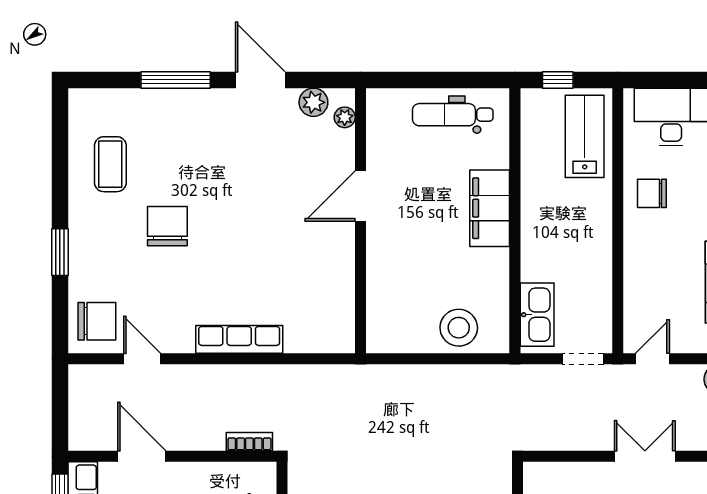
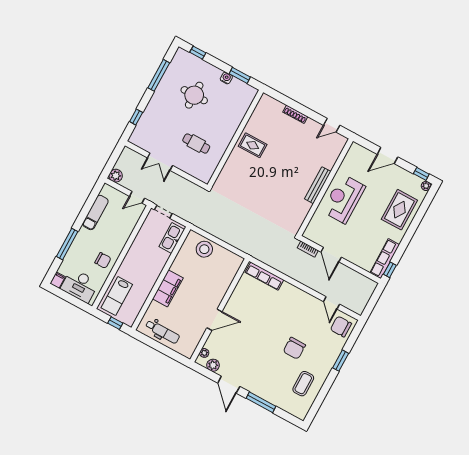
row of seats: (239, 339) -> (264, 276), moved
door: (142, 456) -> (331, 255), moved

